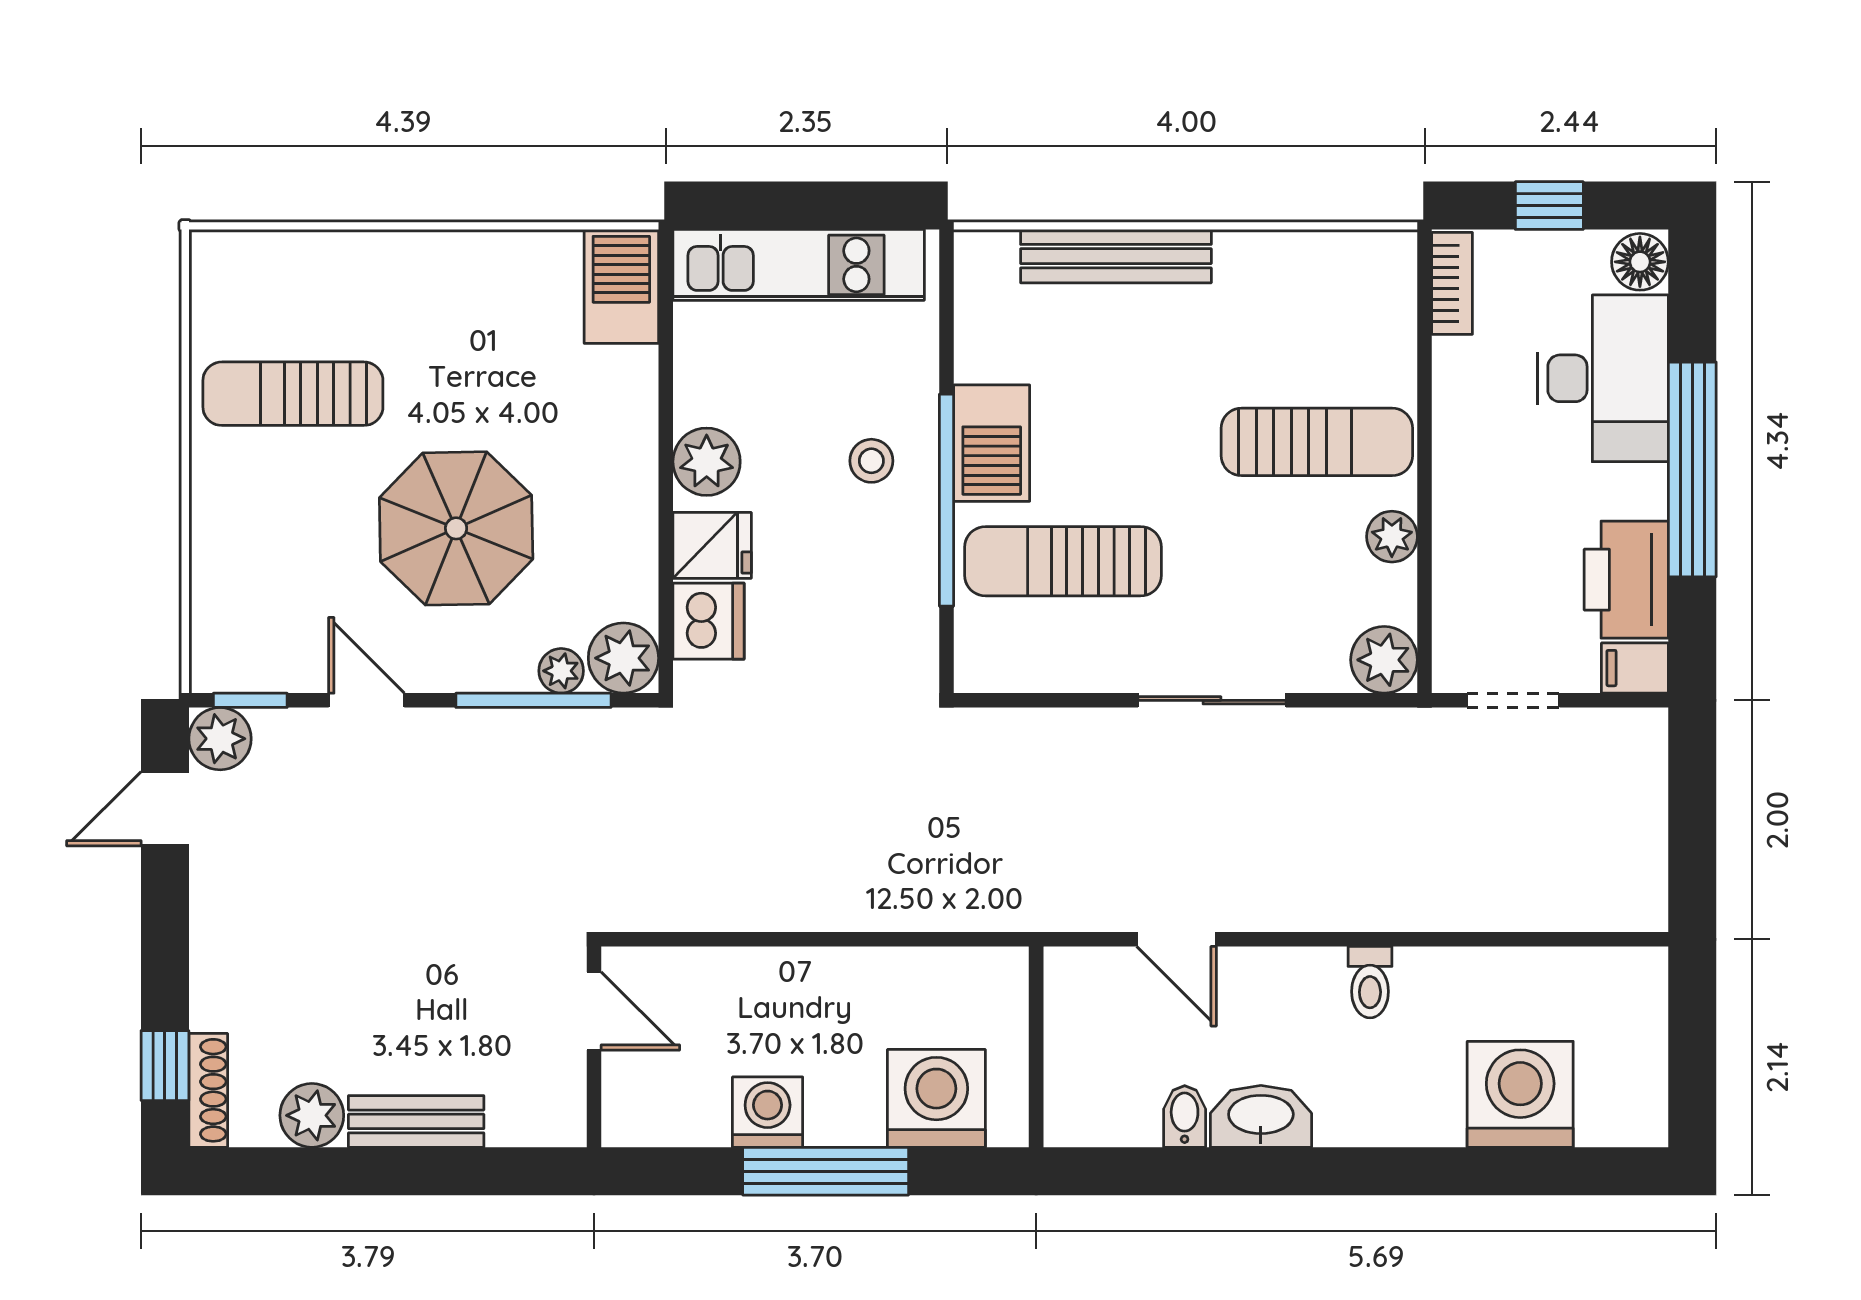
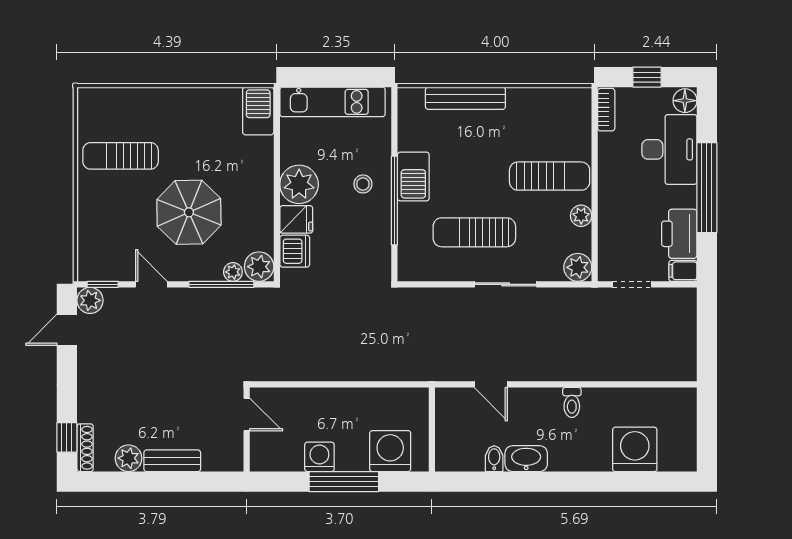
plant: (707, 462) -> (299, 184), width x1.36, depth x1.36
sun lounger: (1063, 561) -> (474, 232), moved

